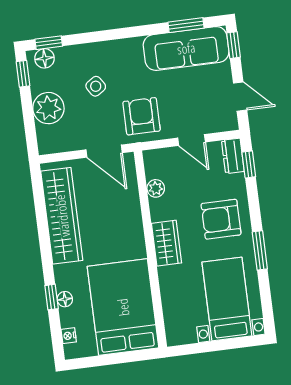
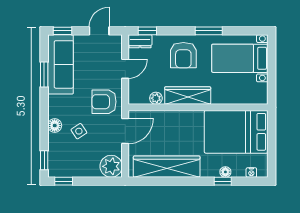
window: (186, 25) -> (44, 74), moved
floor lamp: (44, 58) -> (55, 126), moved
plant: (48, 108) -> (111, 166), moved
wardrobe: (166, 243) -> (188, 96), width x1.50

